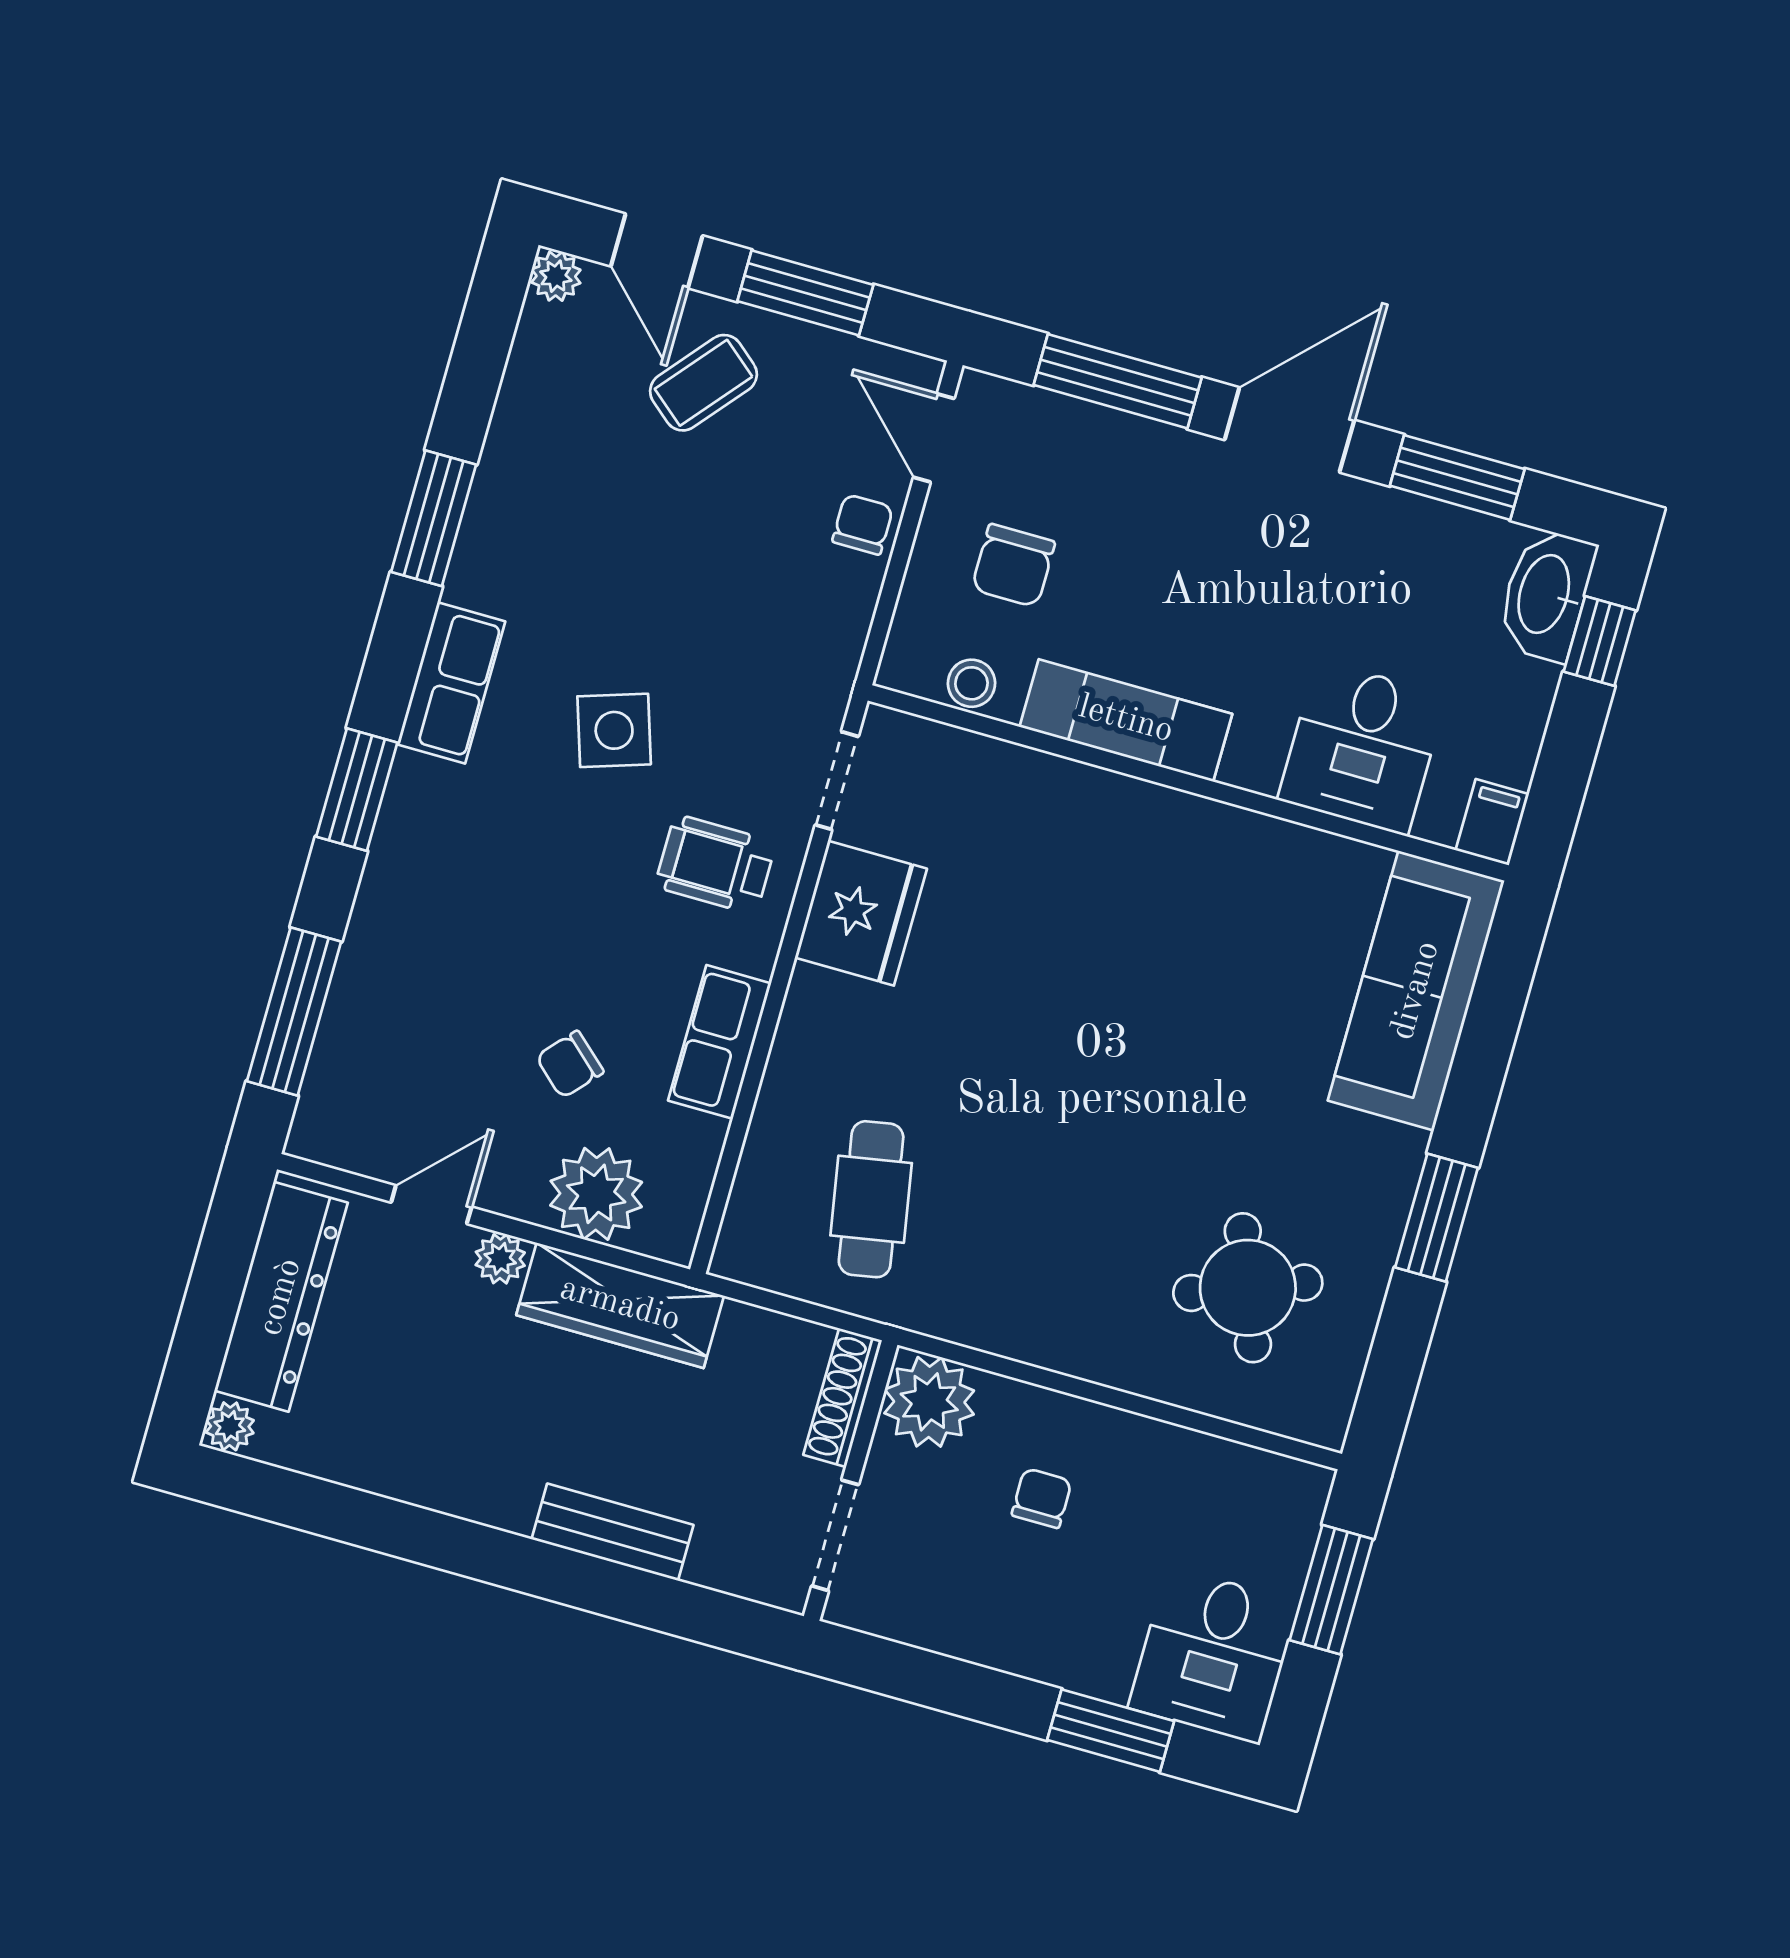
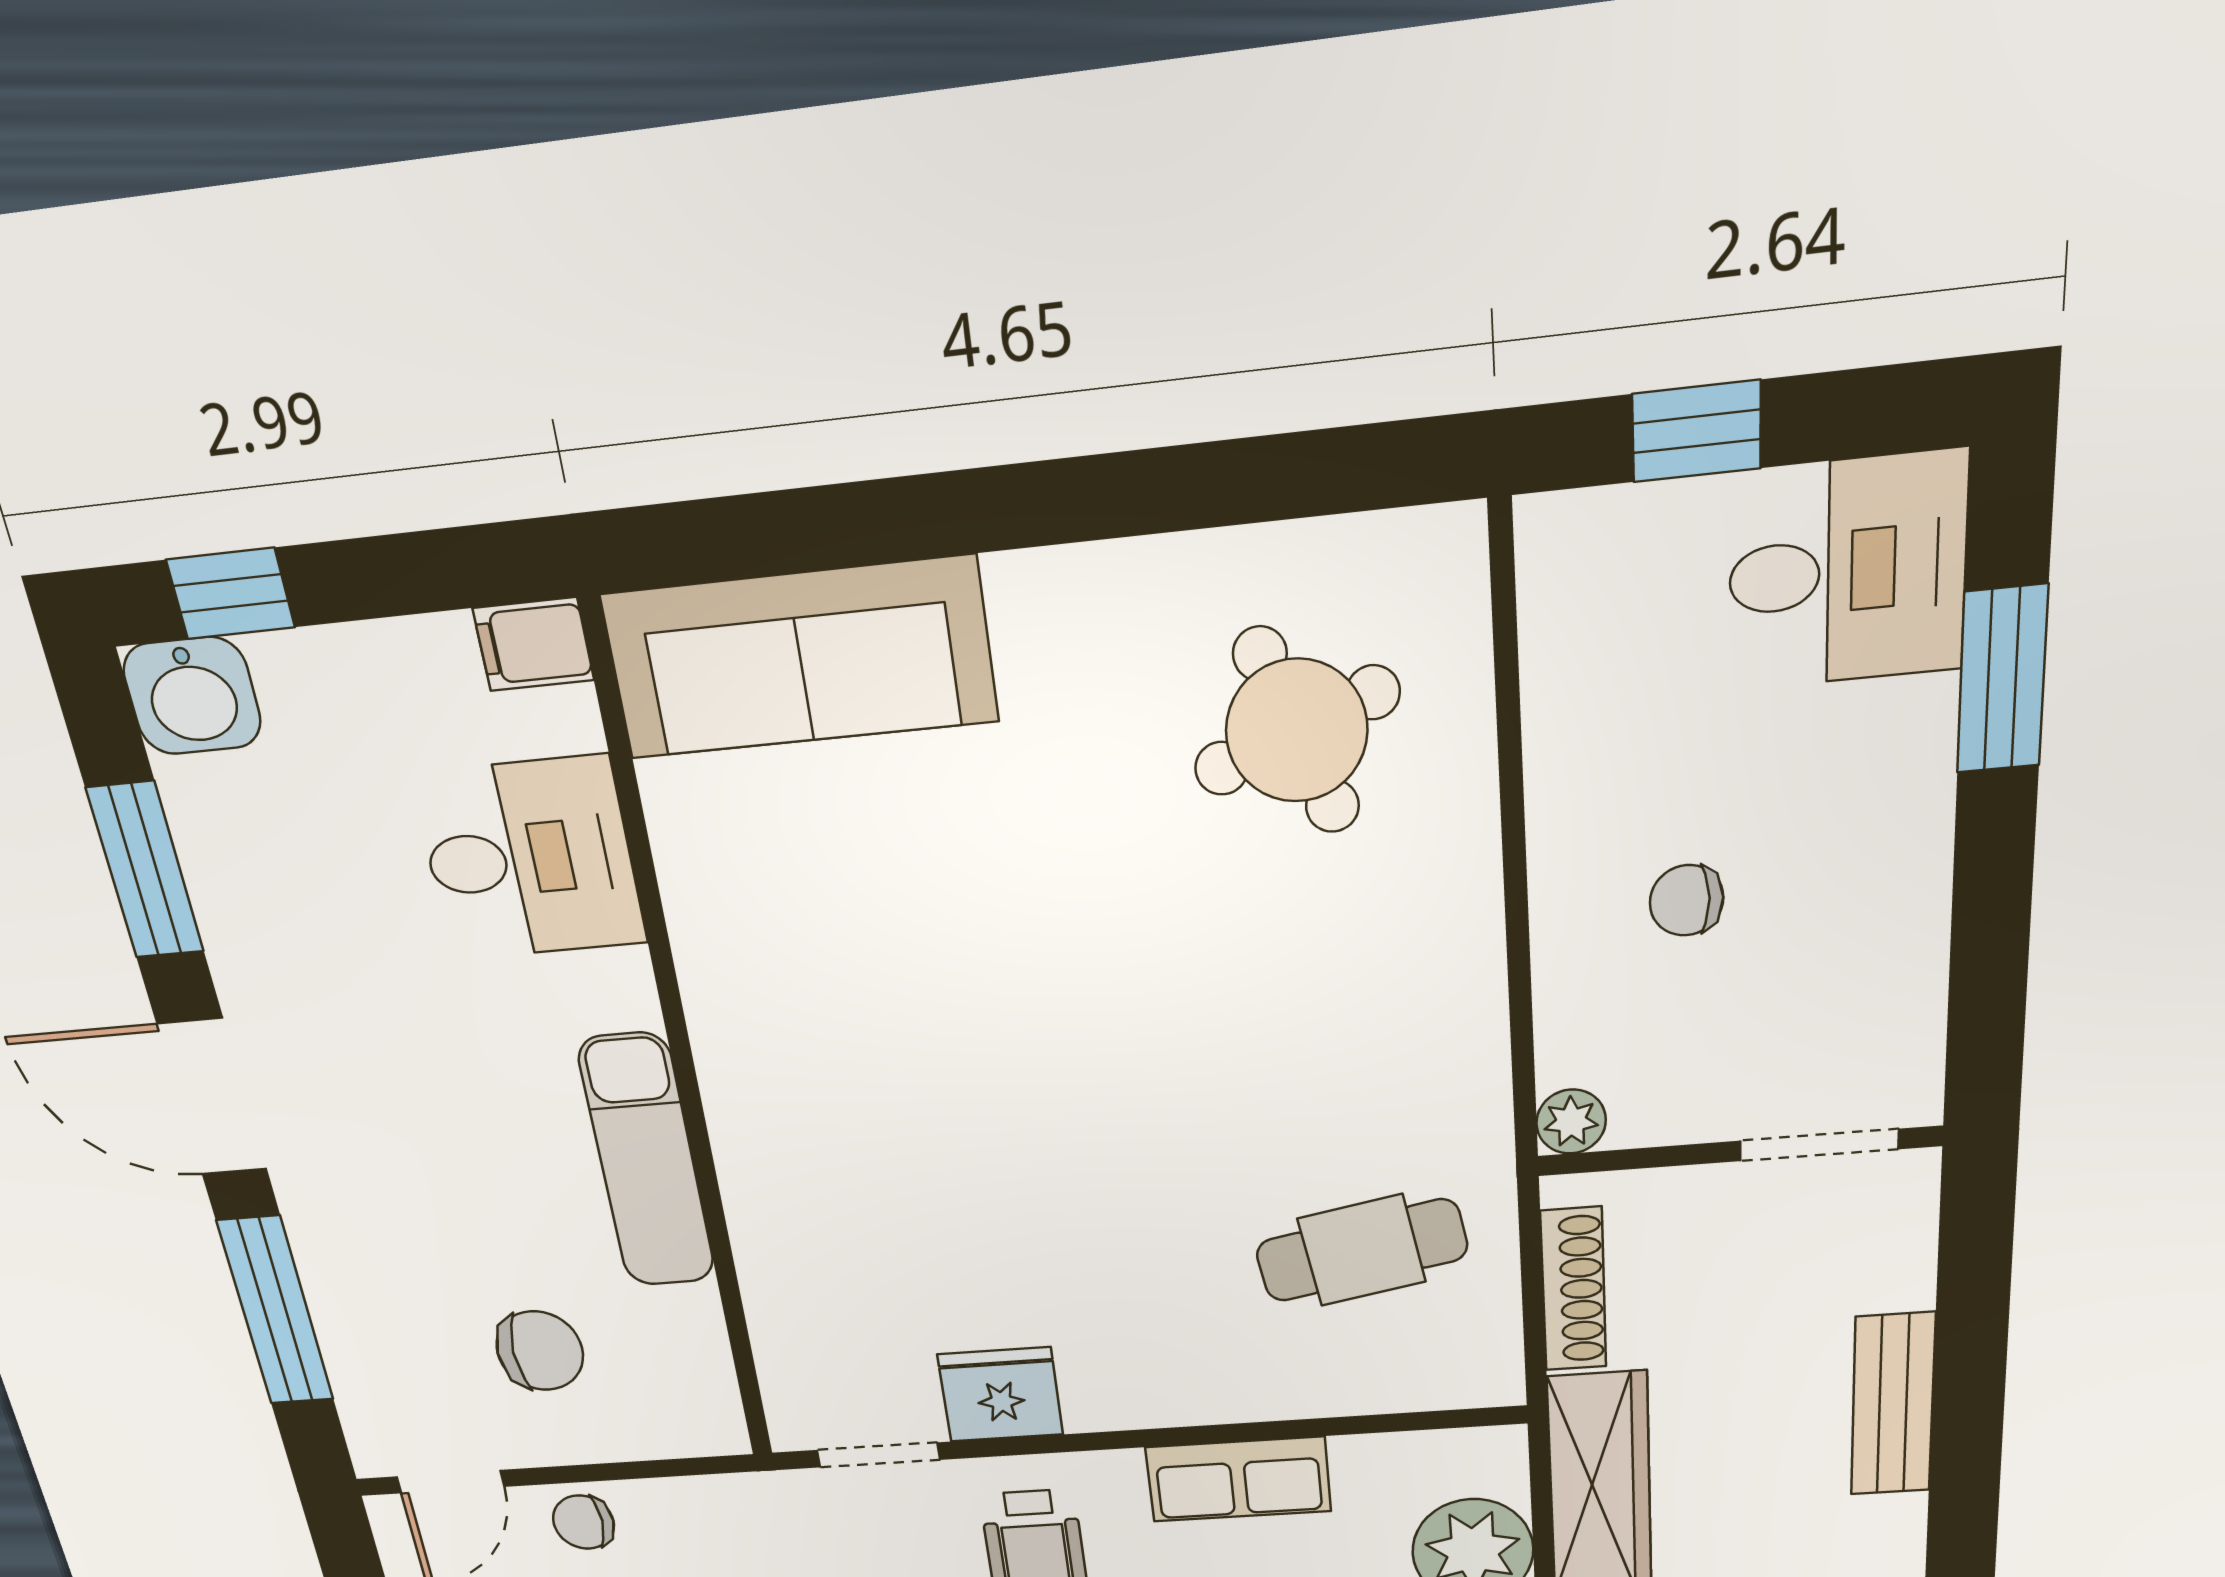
washbasin: (1546, 595) -> (192, 696), width x0.72
stool: (971, 683) -> (695, 1349), removed
fridge: (861, 913) -> (1000, 1395), width x0.73, depth x0.75
window: (1437, 1218) -> (1095, 498), removed
shoe rack: (843, 1398) -> (1574, 1289), moved, turned -90
plant: (929, 1402) -> (1571, 1122), width x0.53, depth x0.53
window: (1331, 1590) -> (1697, 431), width x0.67

